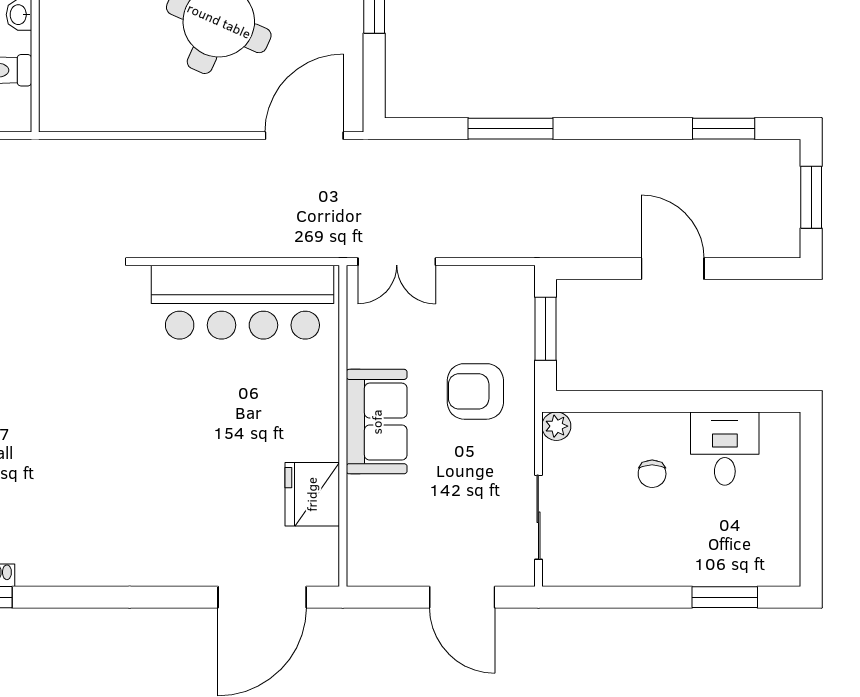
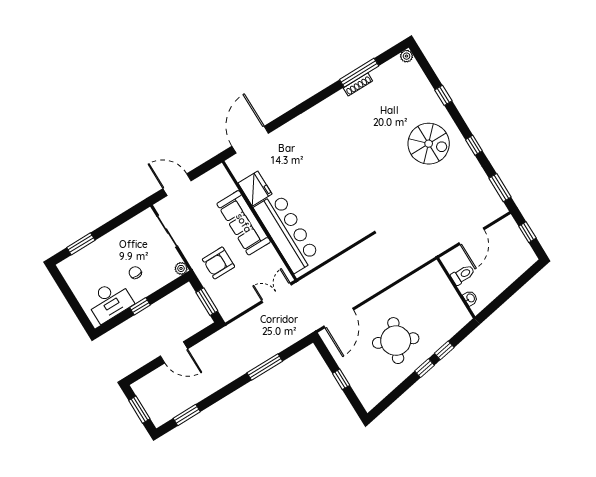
bar counter: (242, 302) -> (287, 232), moved, turned 90
armchair: (475, 391) -> (218, 263), turned 180
window: (684, 401) -> (140, 306), added
sofa: (377, 422) -> (244, 223), width x1.36
desk: (725, 449) -> (110, 301), width x1.37

